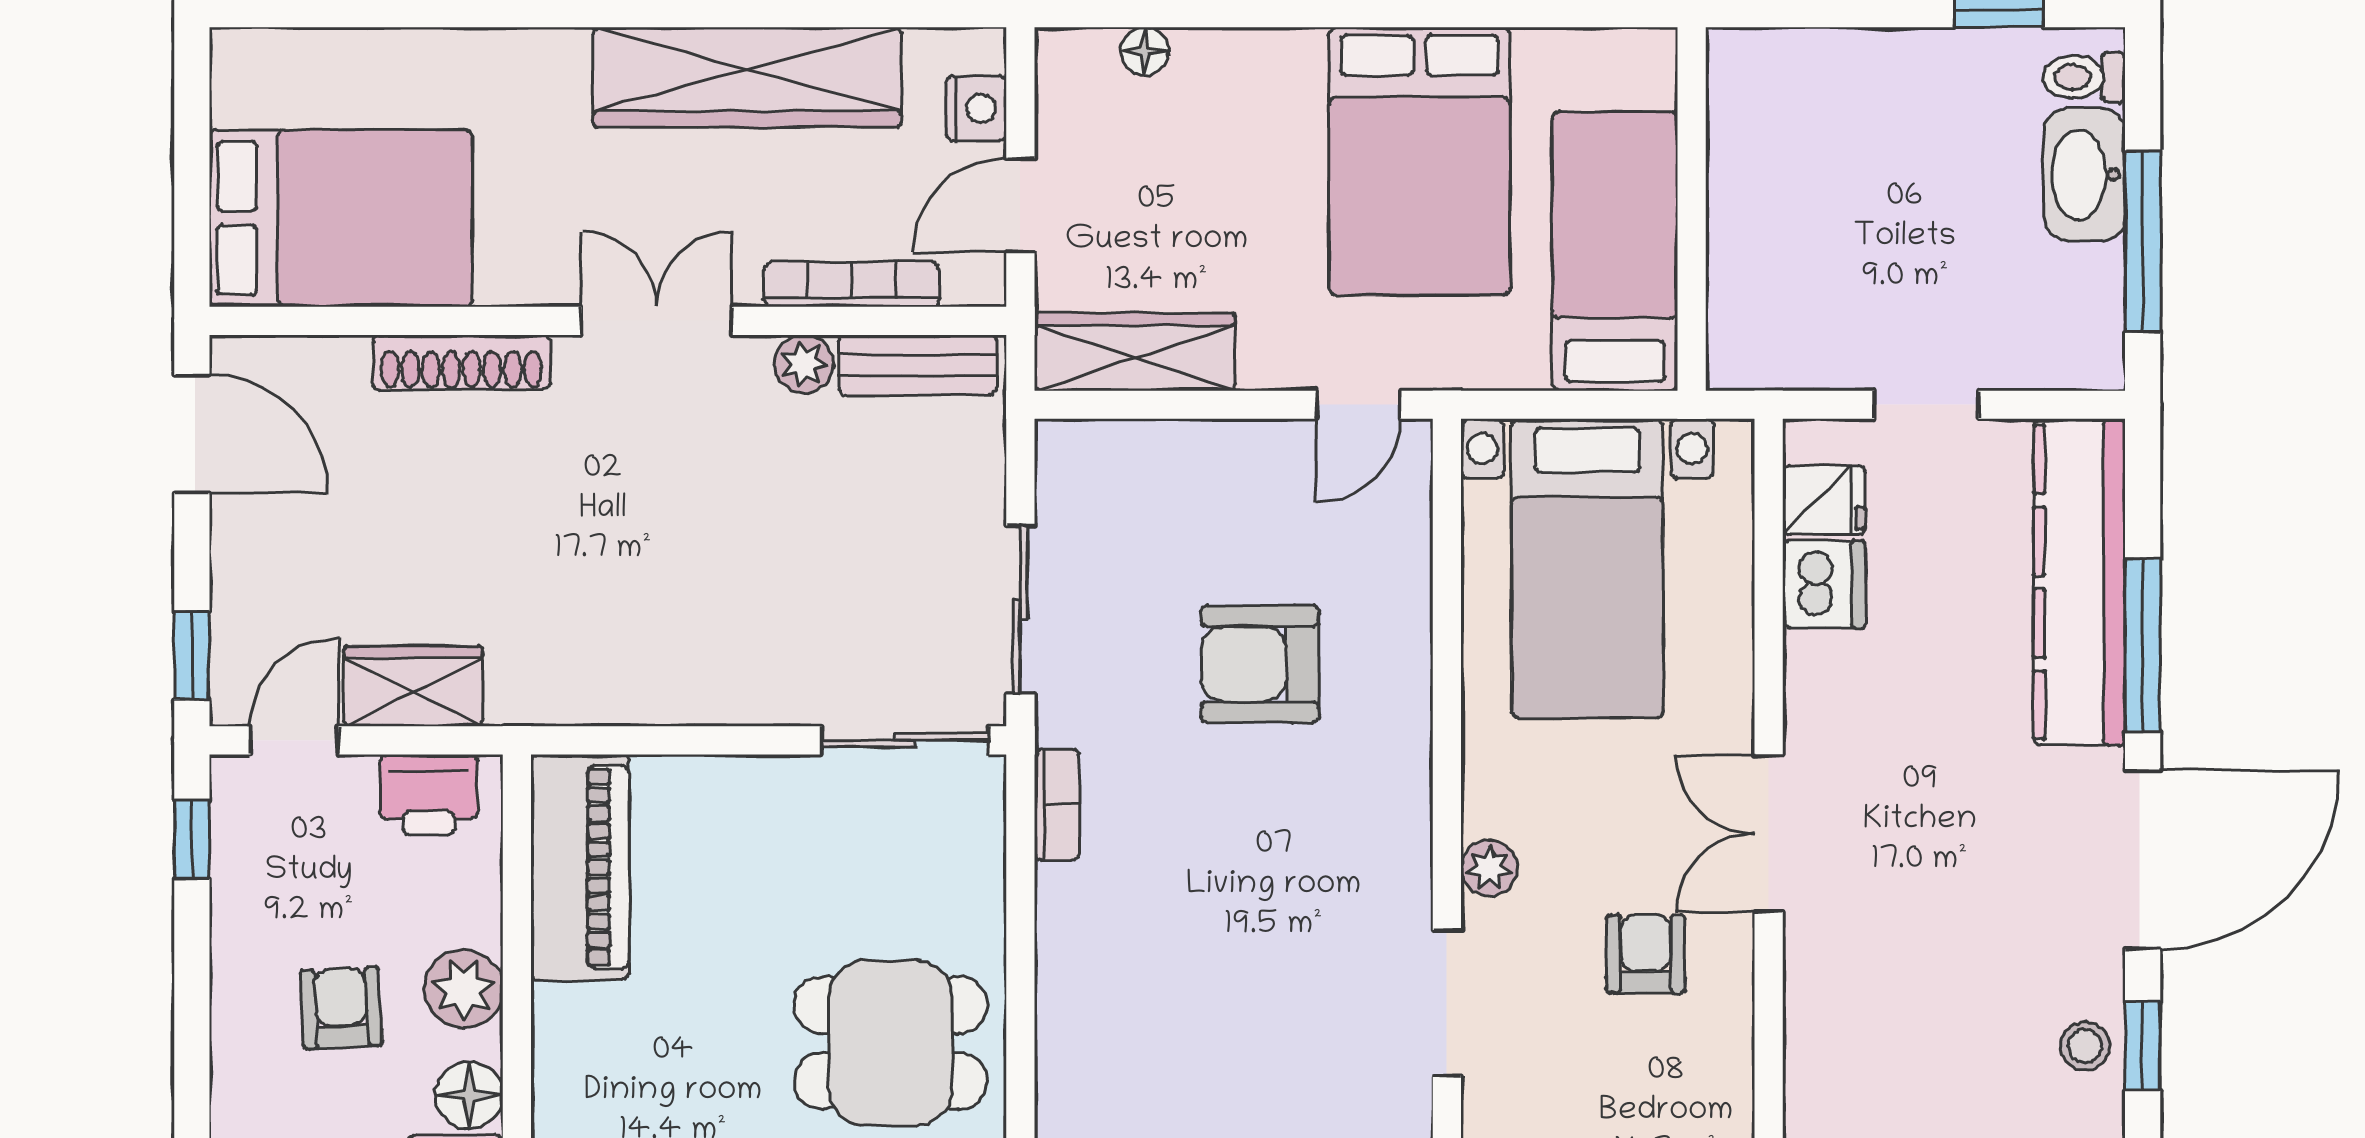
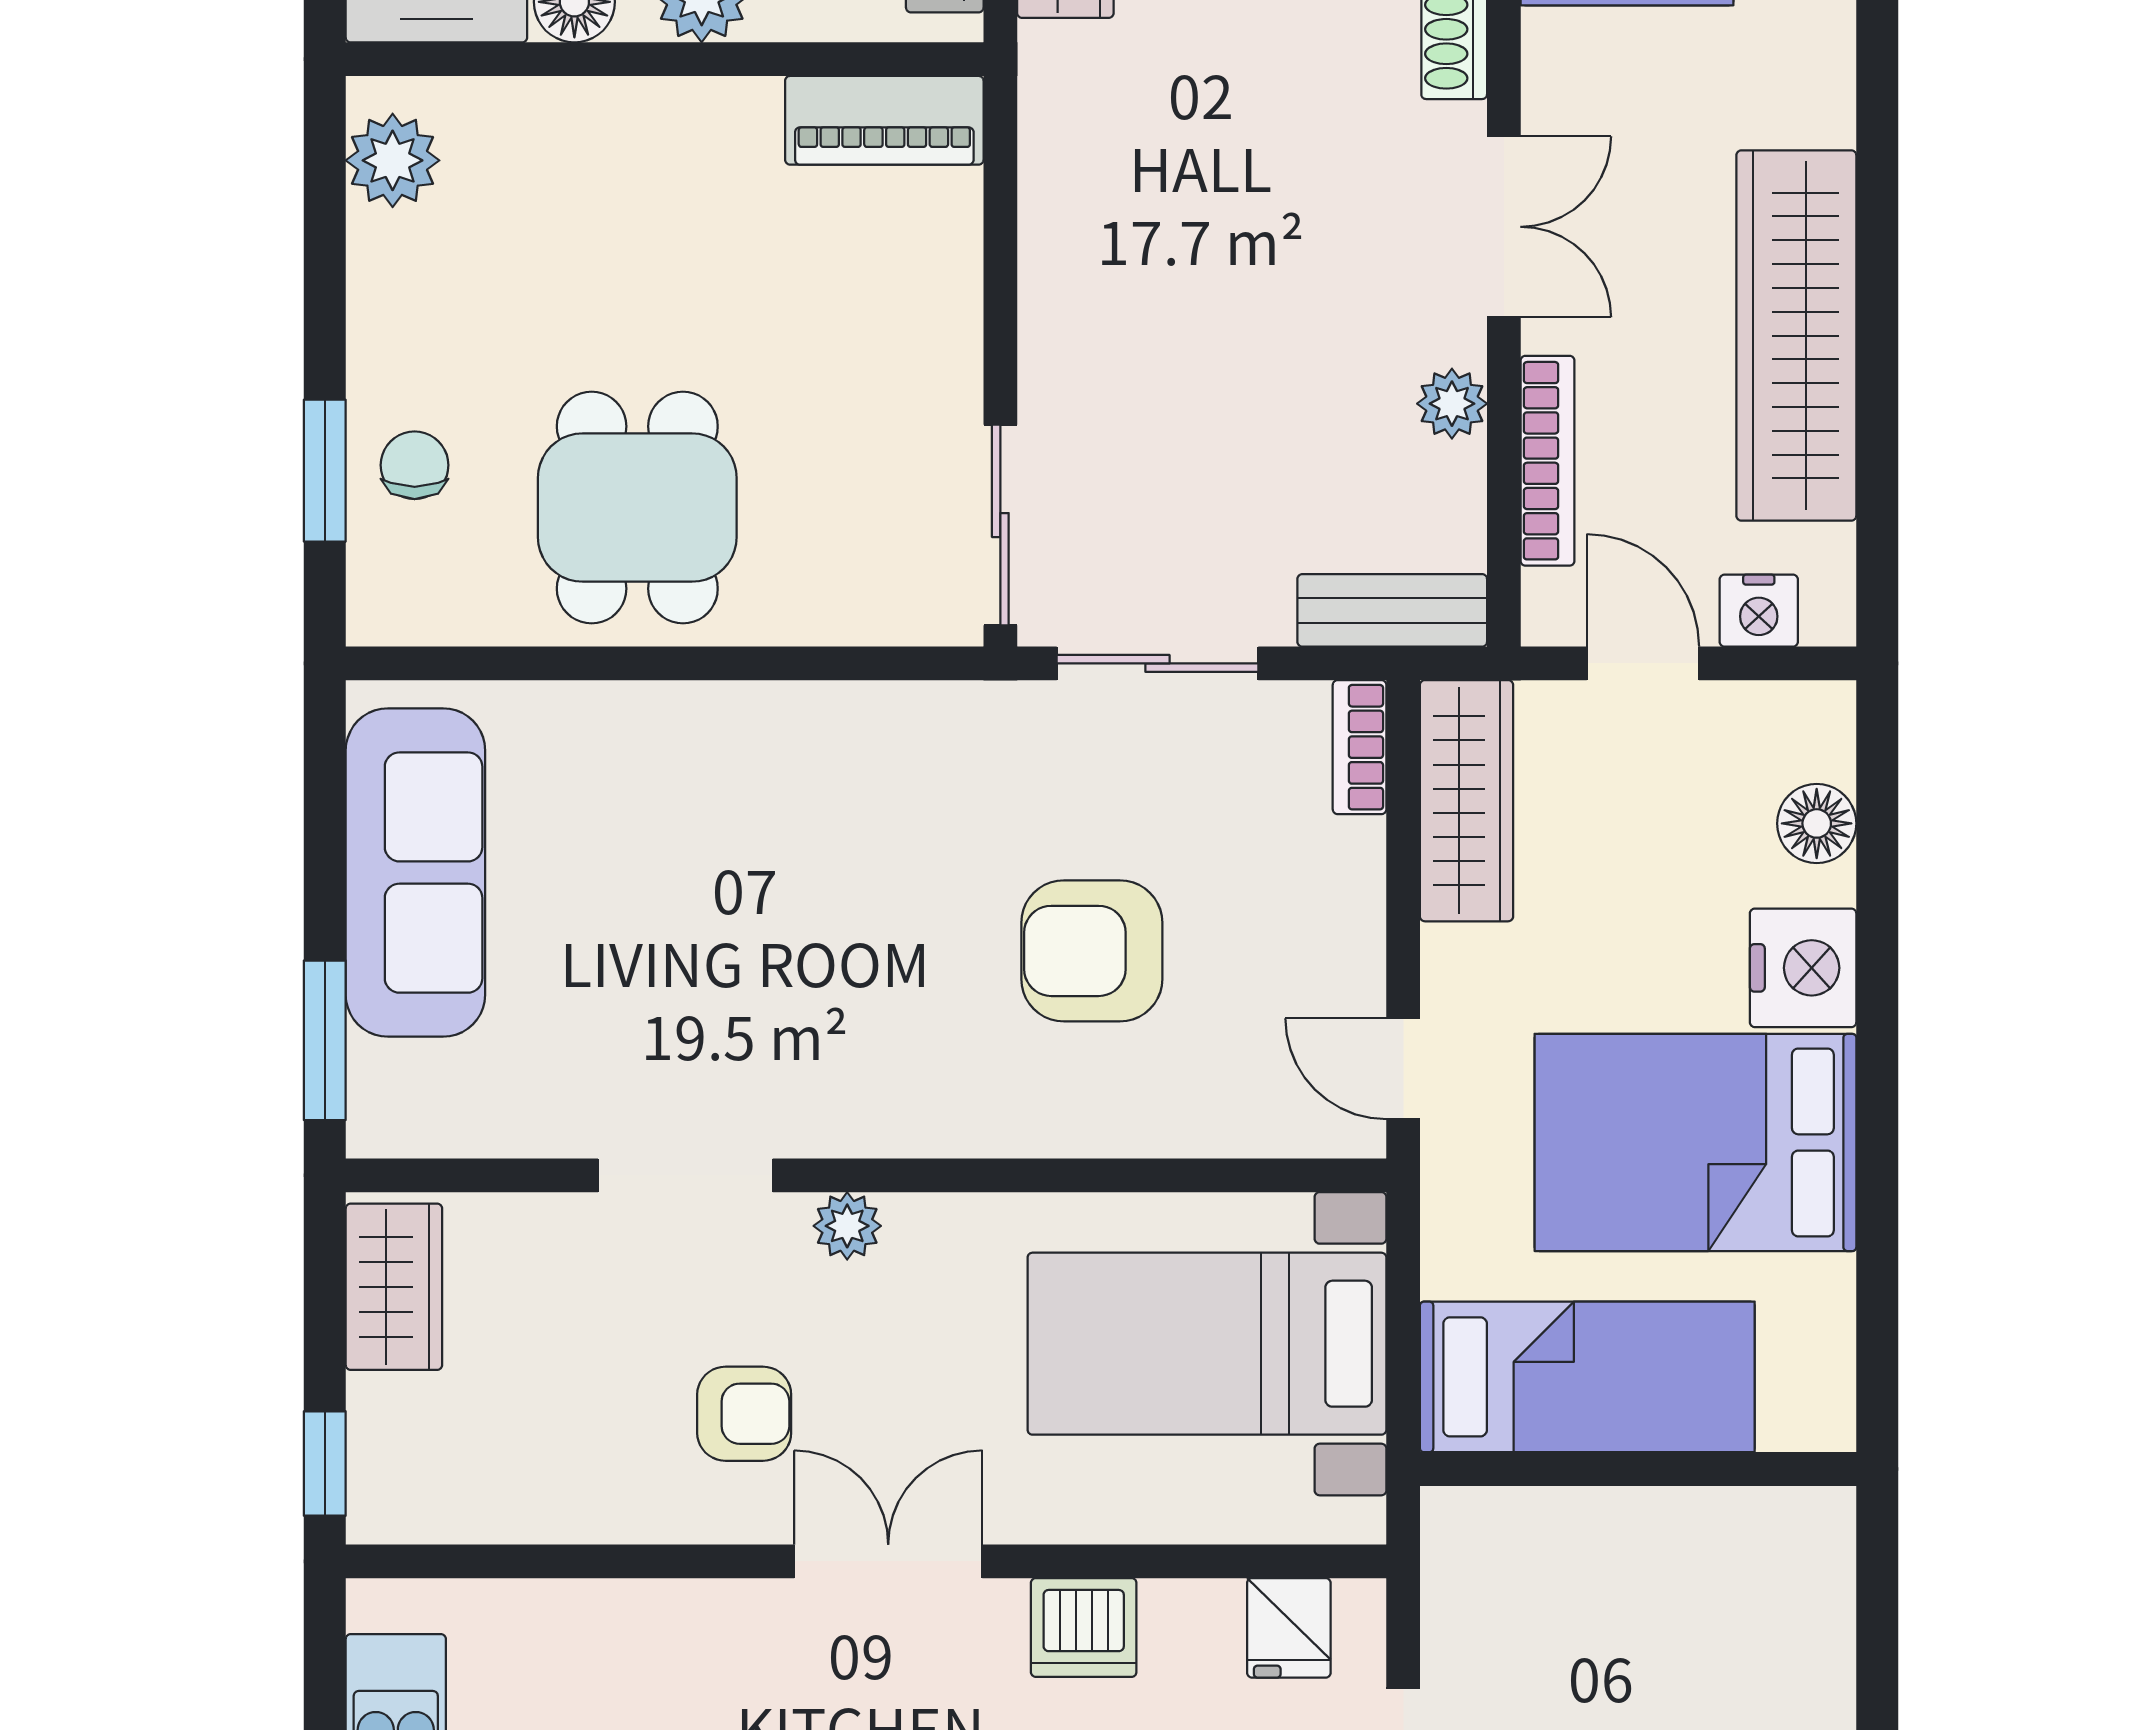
floor lamp: (1145, 51) -> (1817, 823), width x1.37, depth x1.37
nightstand: (1274, 71) -> (1803, 968), added
bench: (918, 365) -> (1392, 610), moved, turned 90
dishwasher: (1824, 584) -> (1084, 1627), moved
armchair: (1260, 664) -> (1092, 951), turned -90
bookcase: (1057, 804) -> (1360, 747), moved, turned 90
piano: (580, 867) -> (884, 120), width x0.73, depth x0.75

